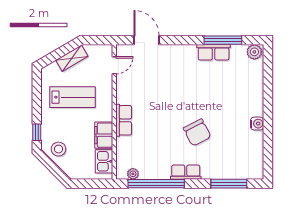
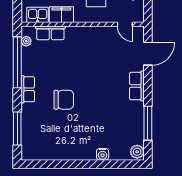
row of seats: (214, 52) -> (137, 86), moved
row of seats: (124, 120) -> (50, 33), moved
water cooler: (257, 124) -> (103, 154), moved
chair: (197, 132) -> (64, 100), turned -153

